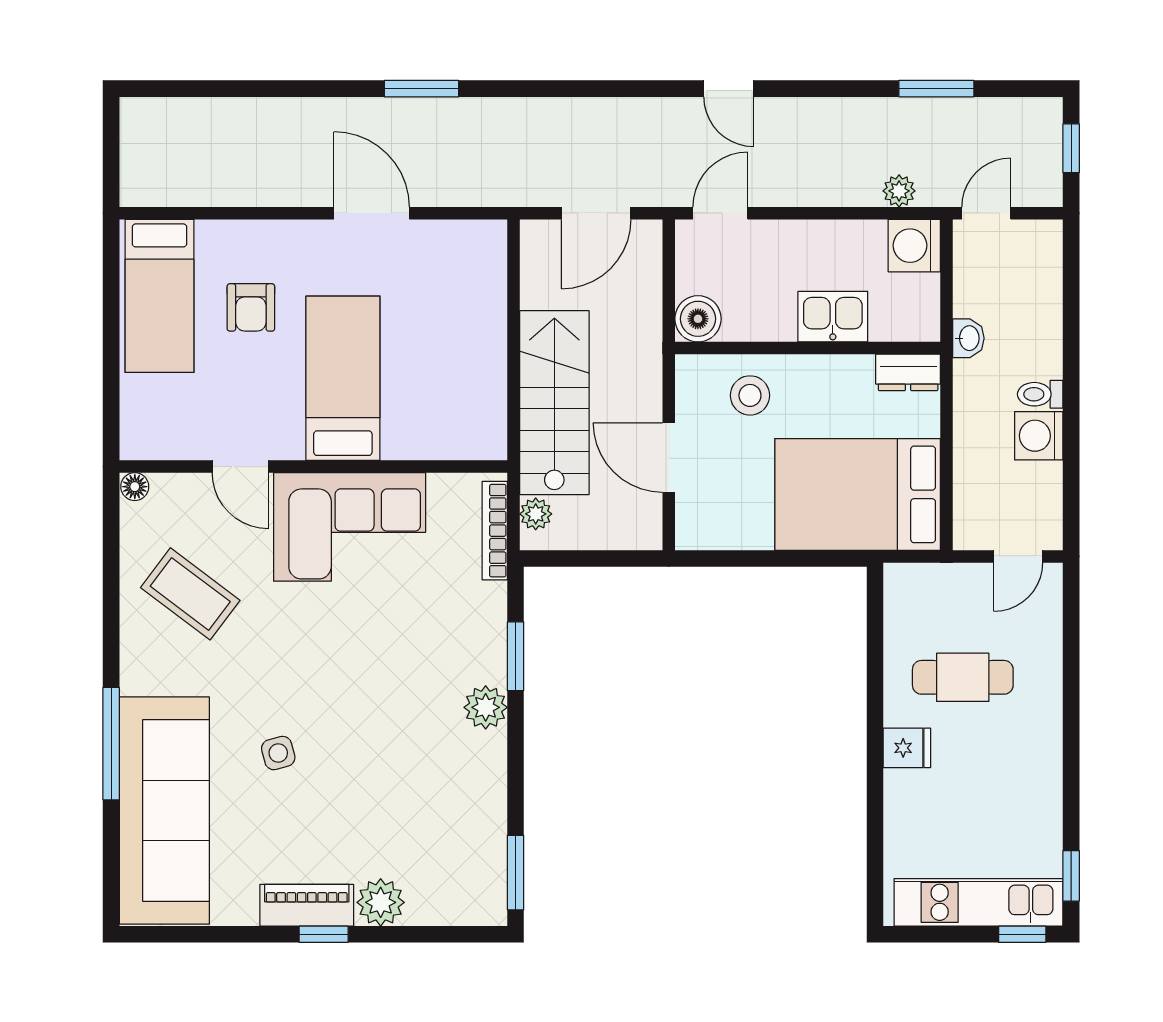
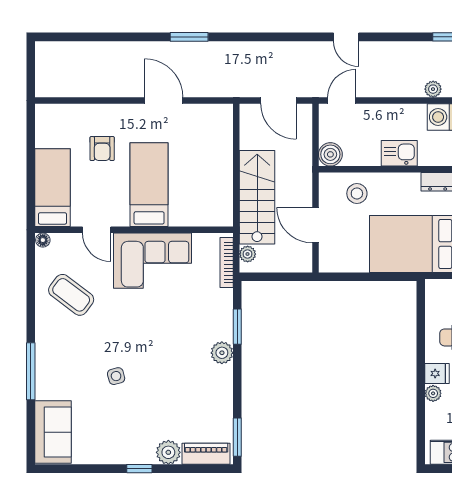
door: (596, 213) -> (278, 100), hinge flipped
bed: (160, 296) -> (52, 188), moved, turned 180
plant: (899, 787) -> (433, 393), added
sofa: (164, 810) -> (53, 432), width x0.54, depth x0.79
piano: (307, 905) -> (206, 454), moved

